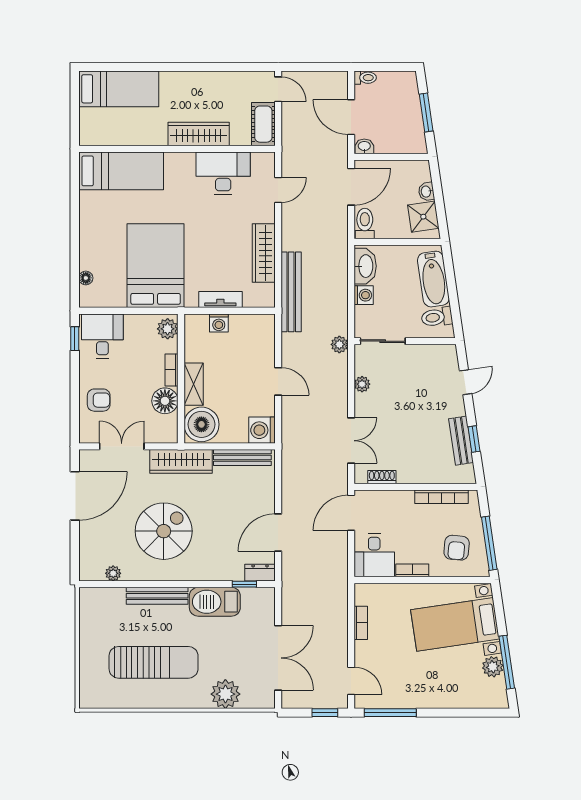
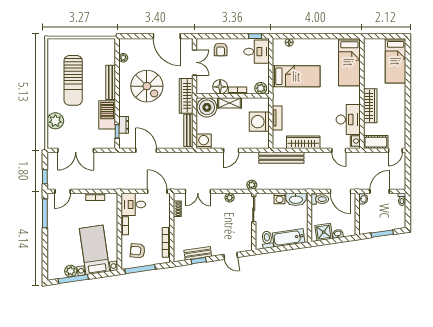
nightstand: (261, 161) -> (355, 141), added
bed: (156, 266) -> (296, 76), width x0.67
washing machine: (219, 323) -> (259, 122), width x1.89, depth x1.89
dresser: (260, 573) -> (124, 125), moved

